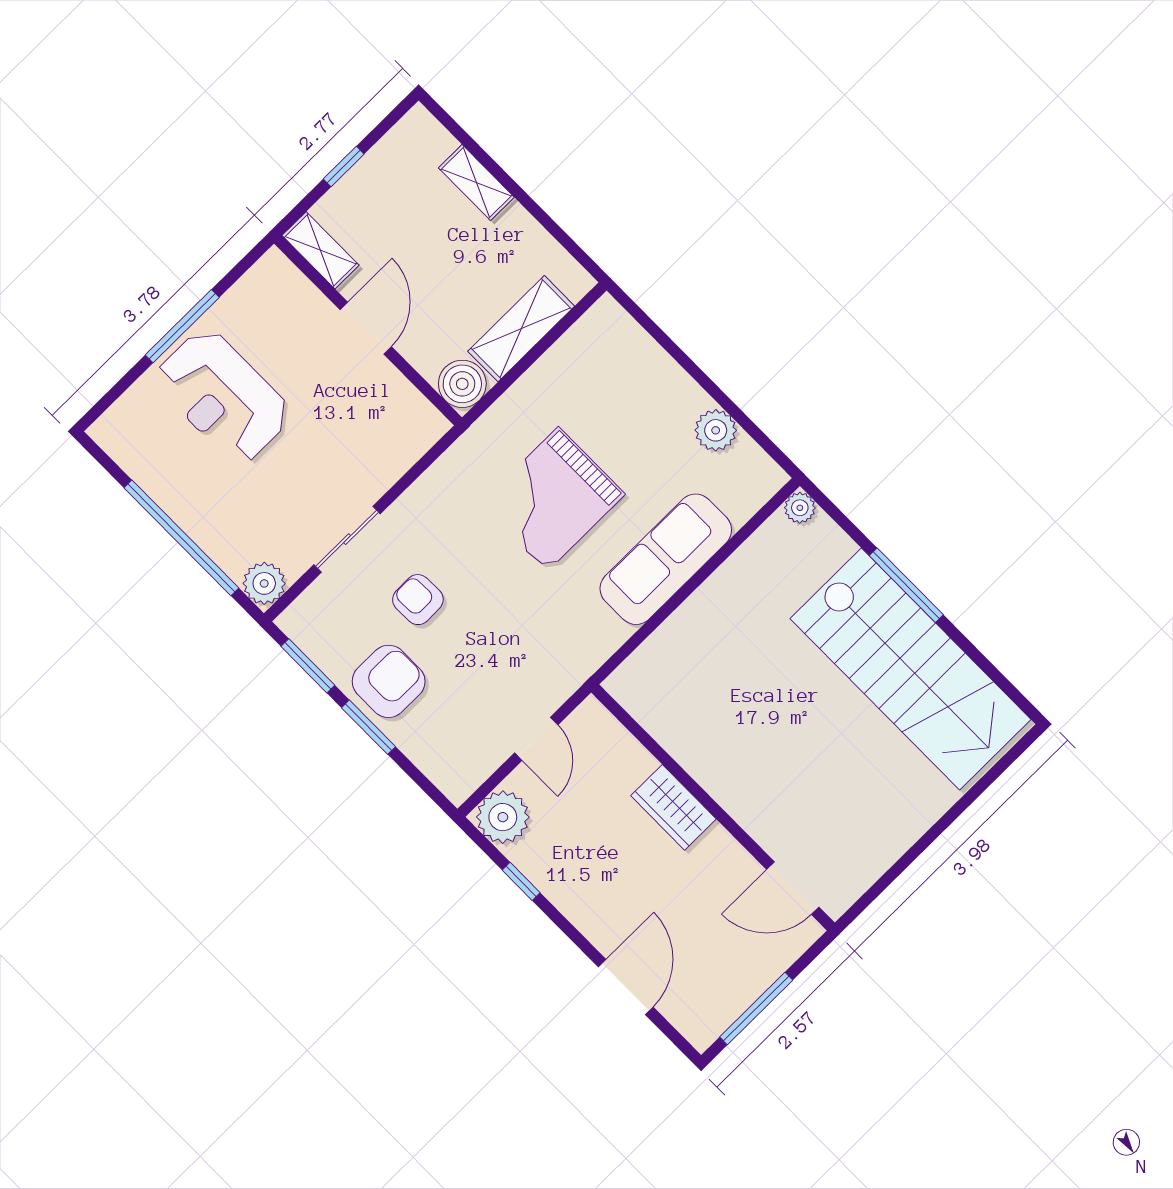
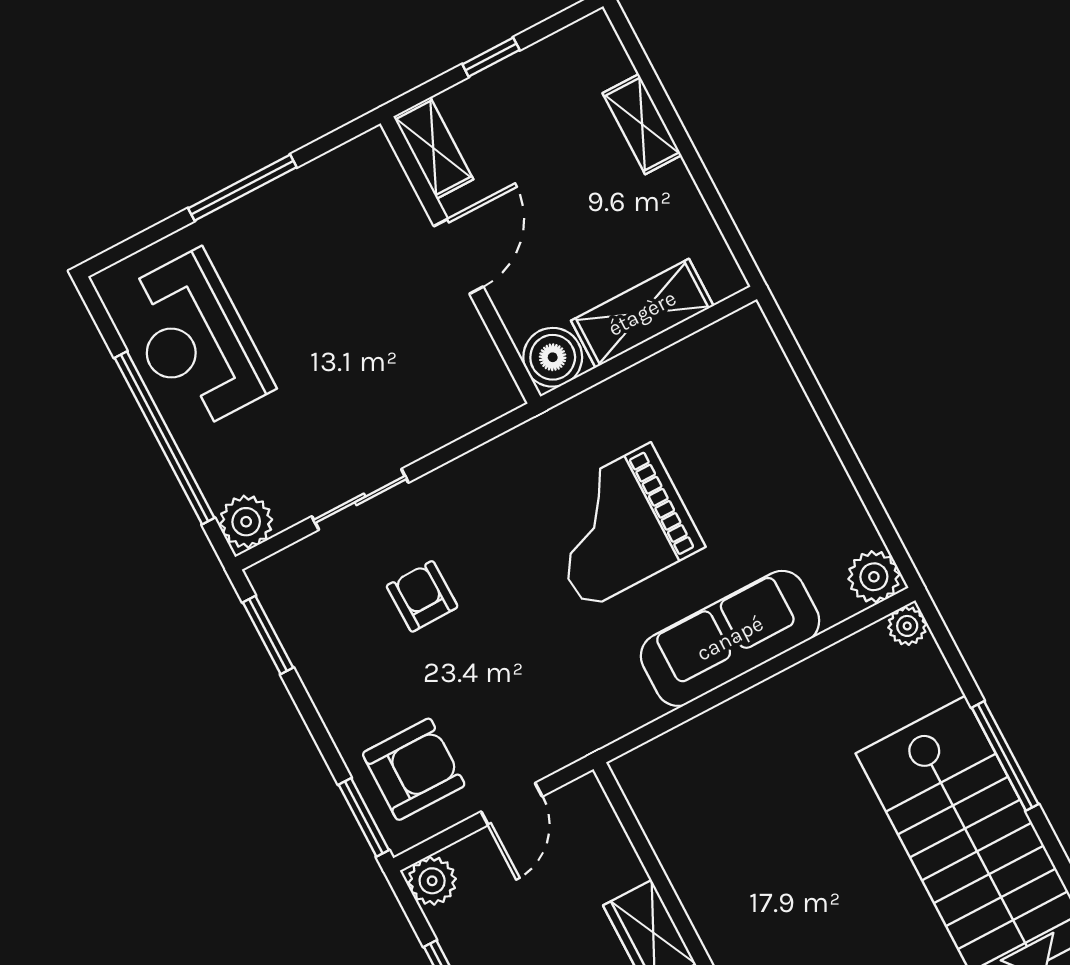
reception desk: (223, 396) -> (195, 341), moved
plant: (716, 430) -> (874, 577), moved
armchair: (389, 681) -> (414, 769), moved
window: (369, 727) -> (364, 817), moved
plant: (503, 817) -> (432, 881), width x0.73, depth x0.73

